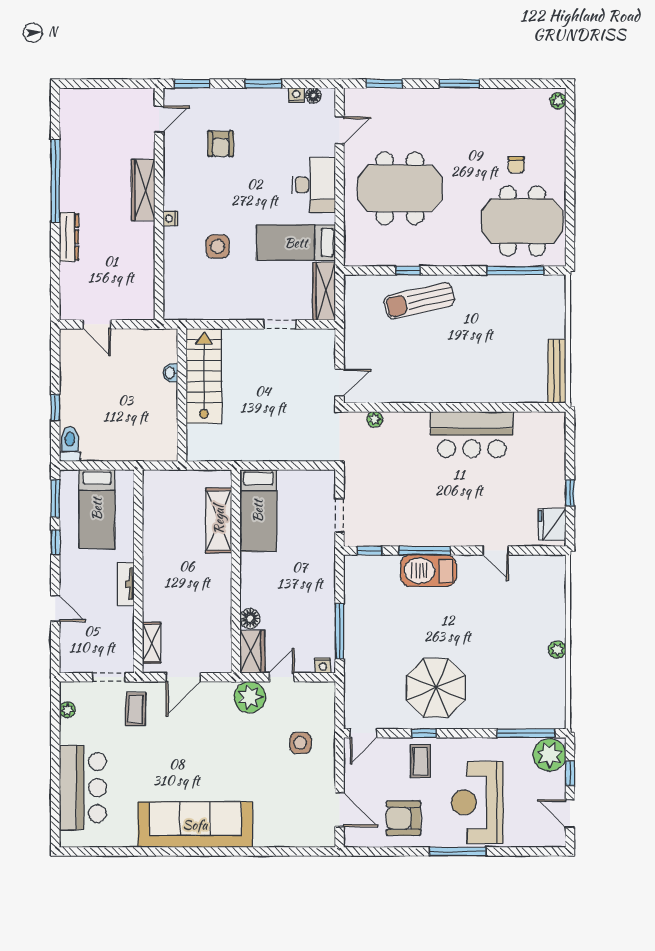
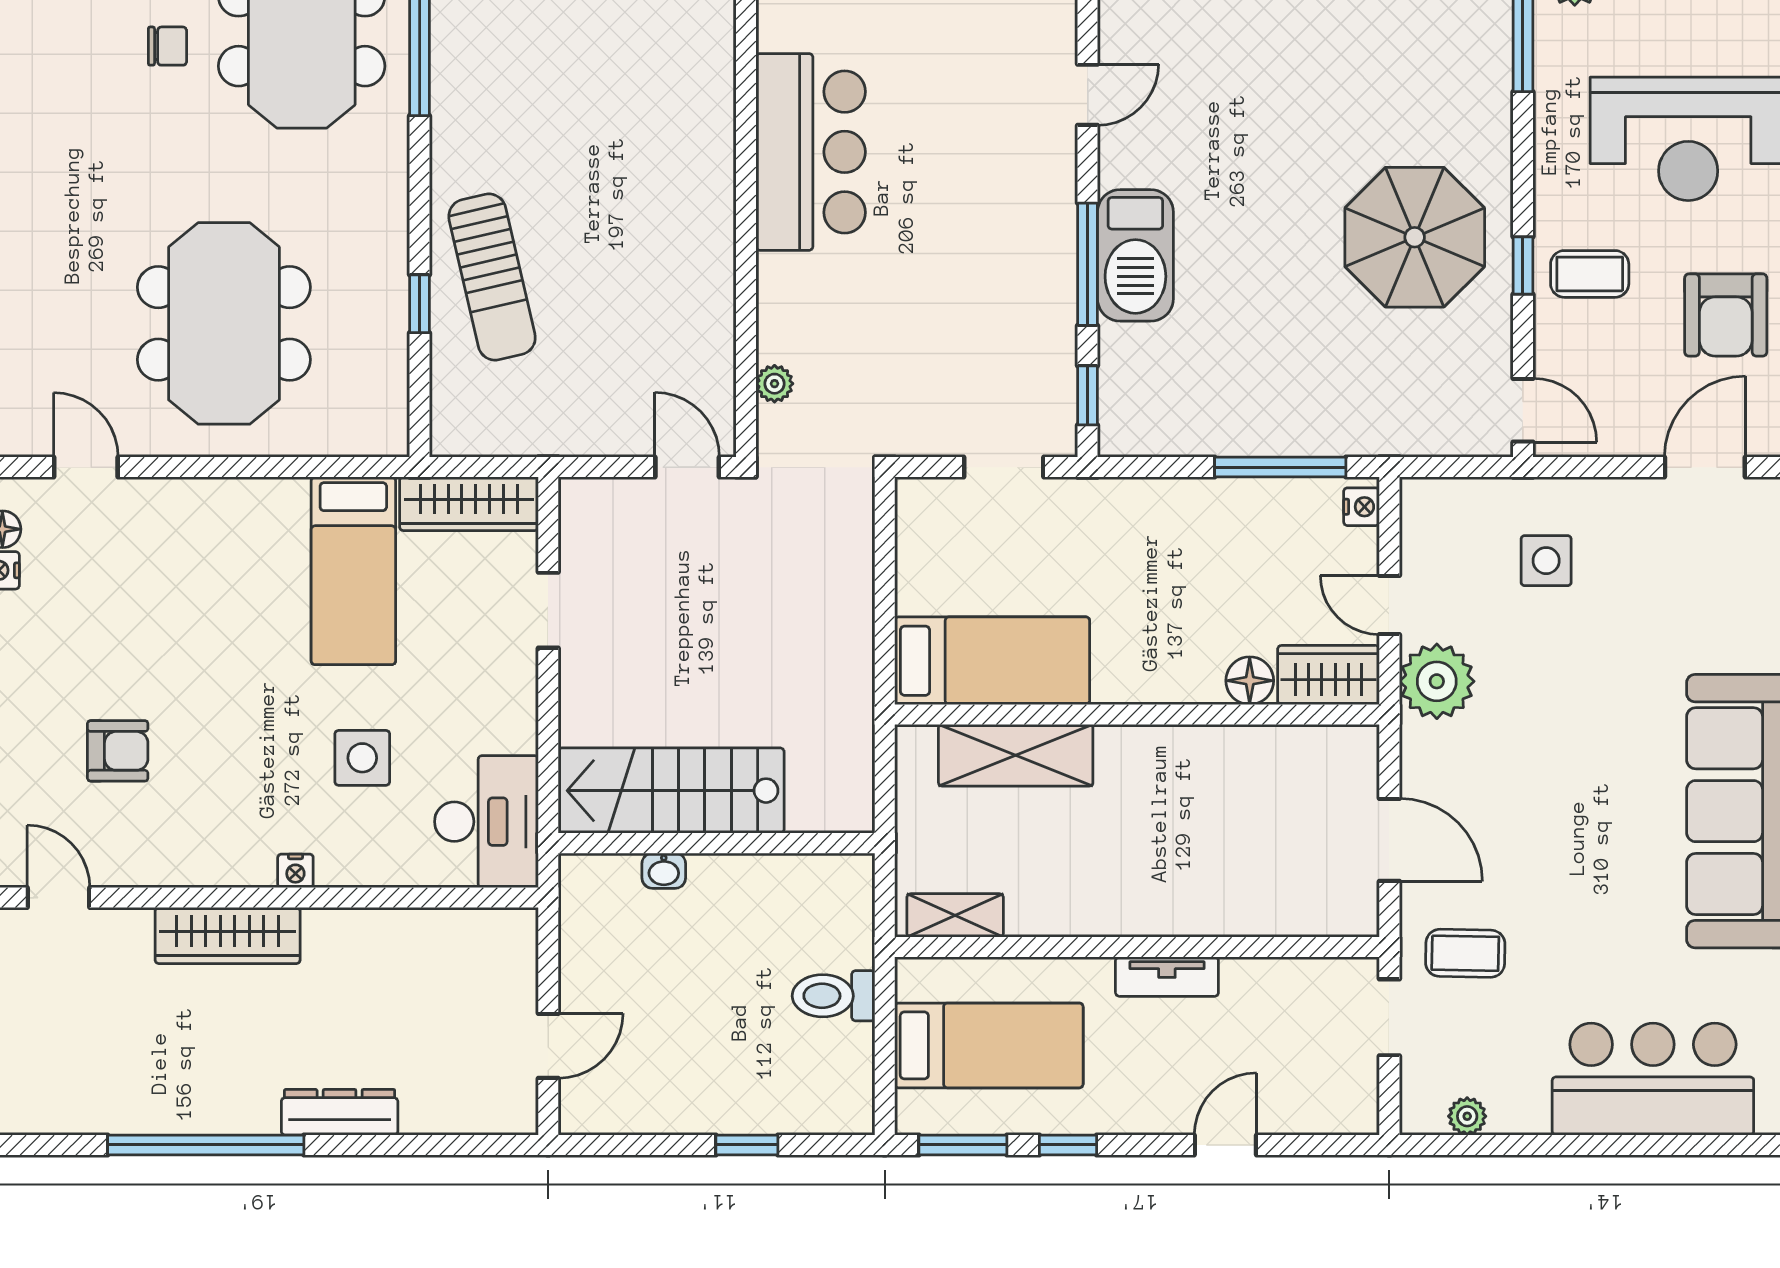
desk: (314, 185) -> (486, 822), moved, turned 90
toilet: (70, 444) -> (833, 996), moved
shelving: (152, 643) -> (955, 915), moved

